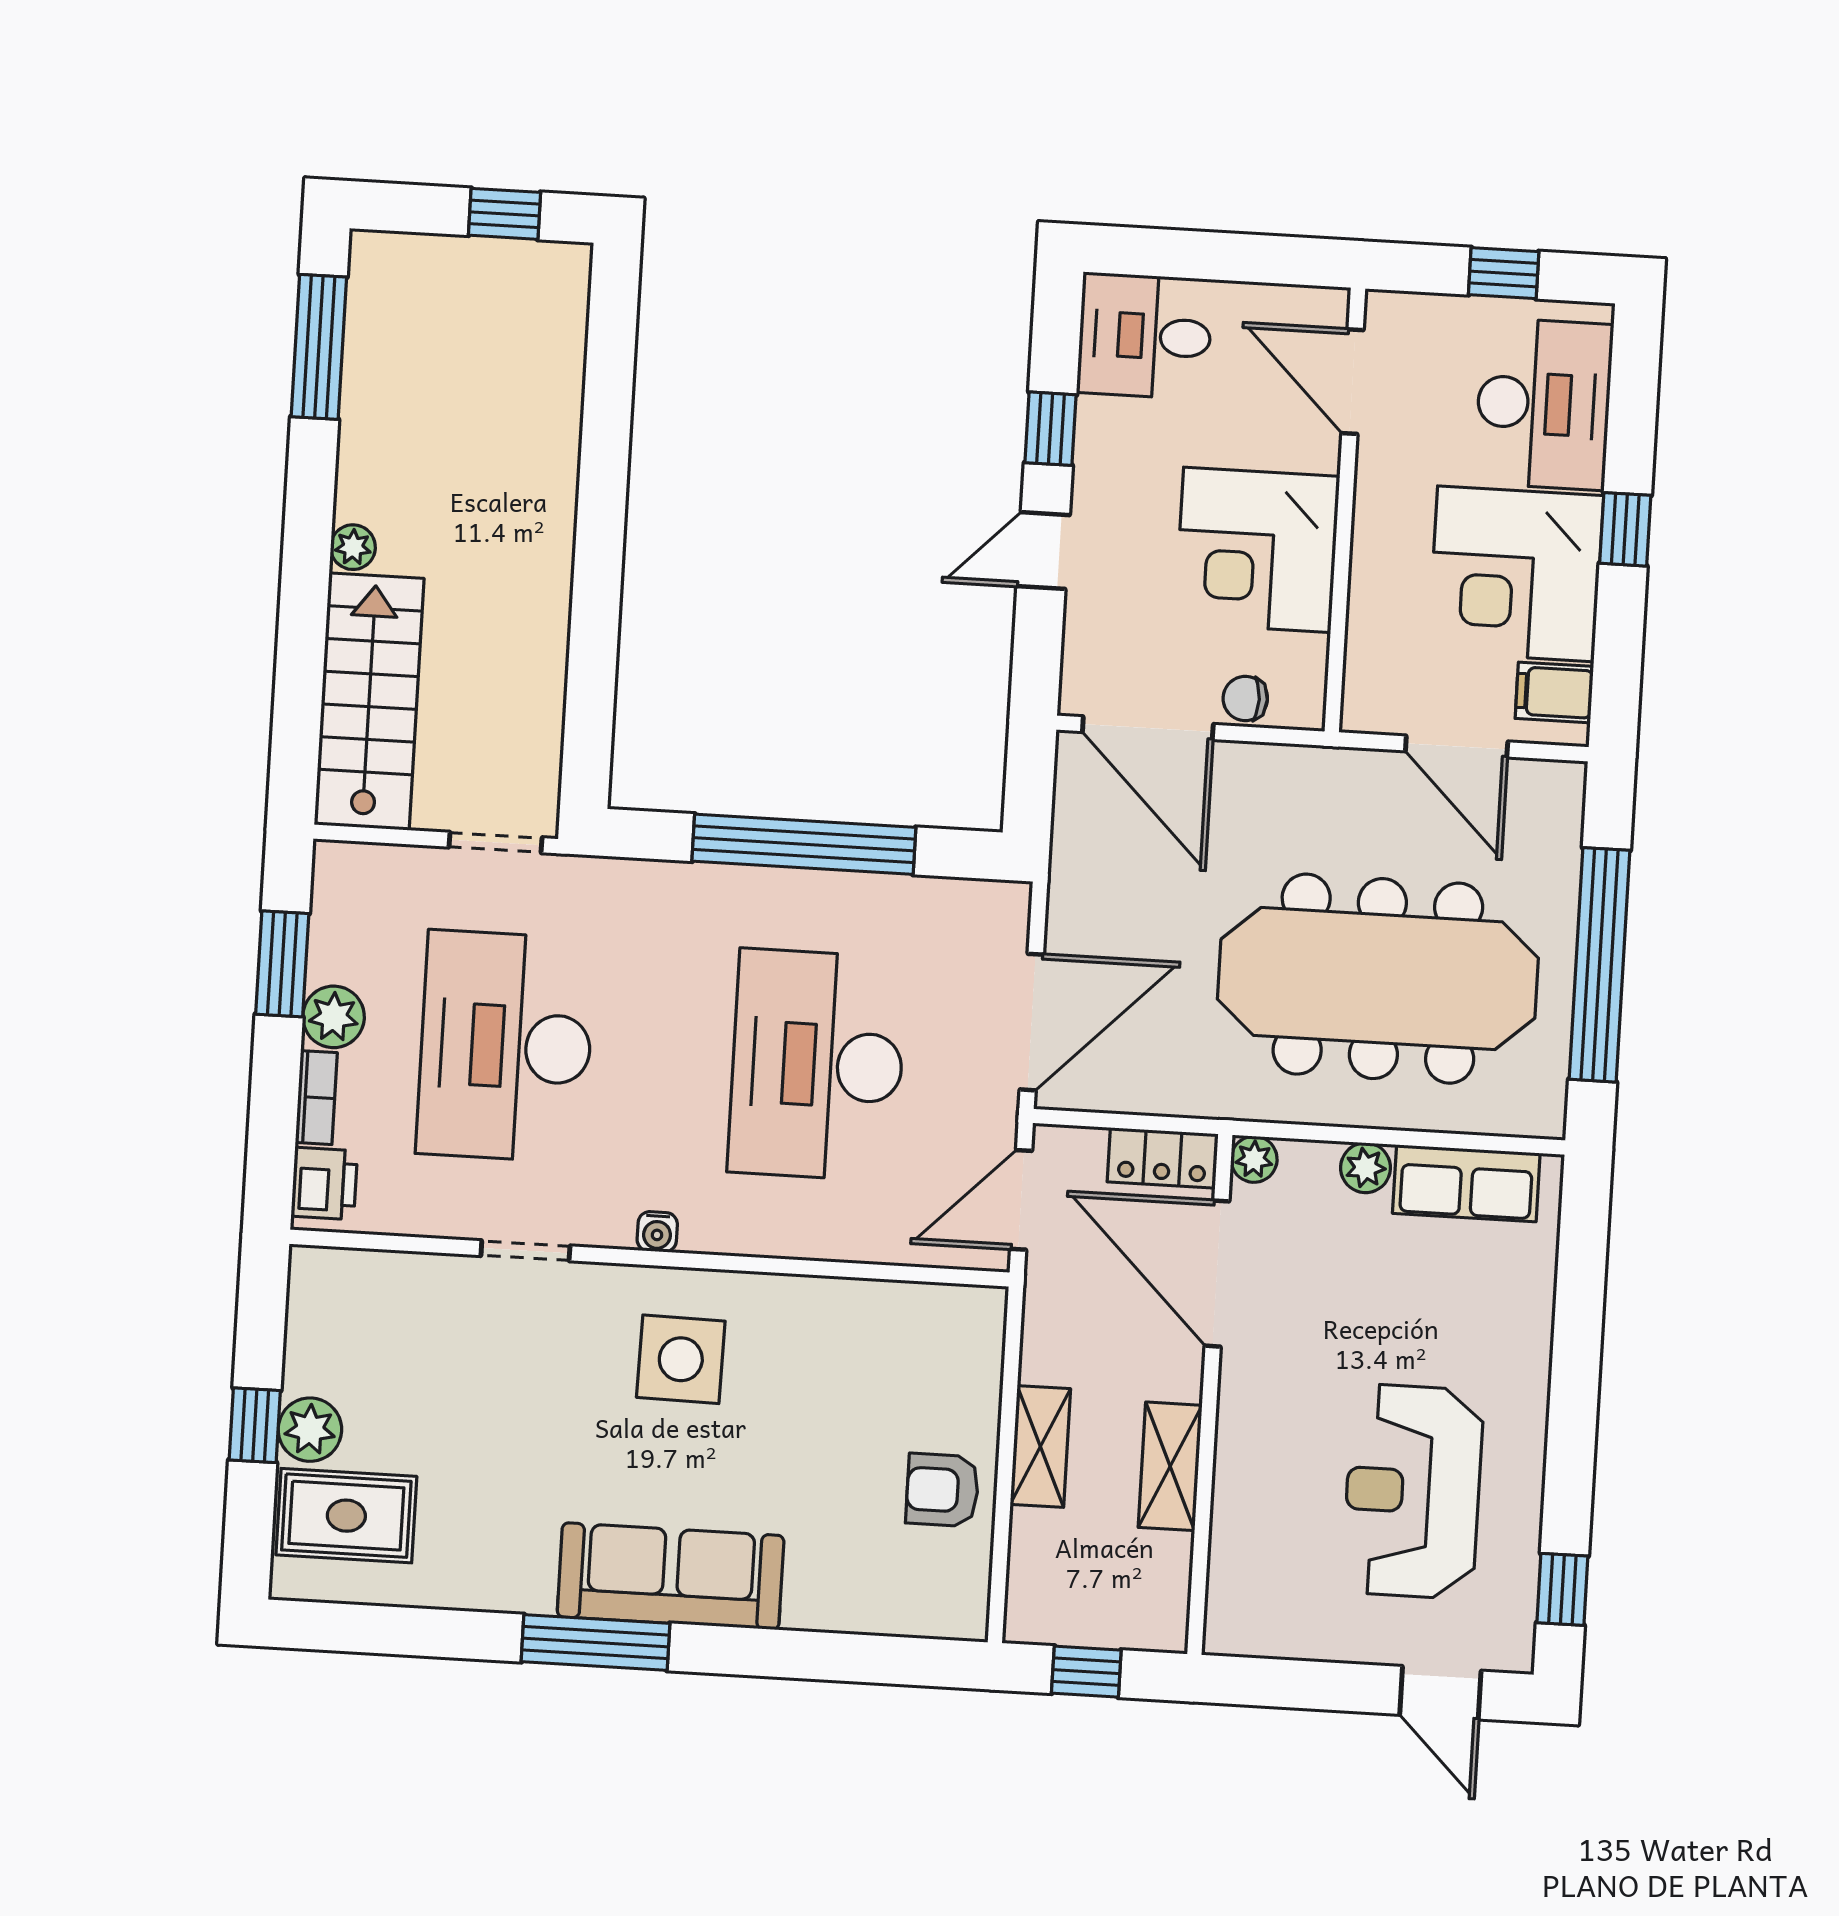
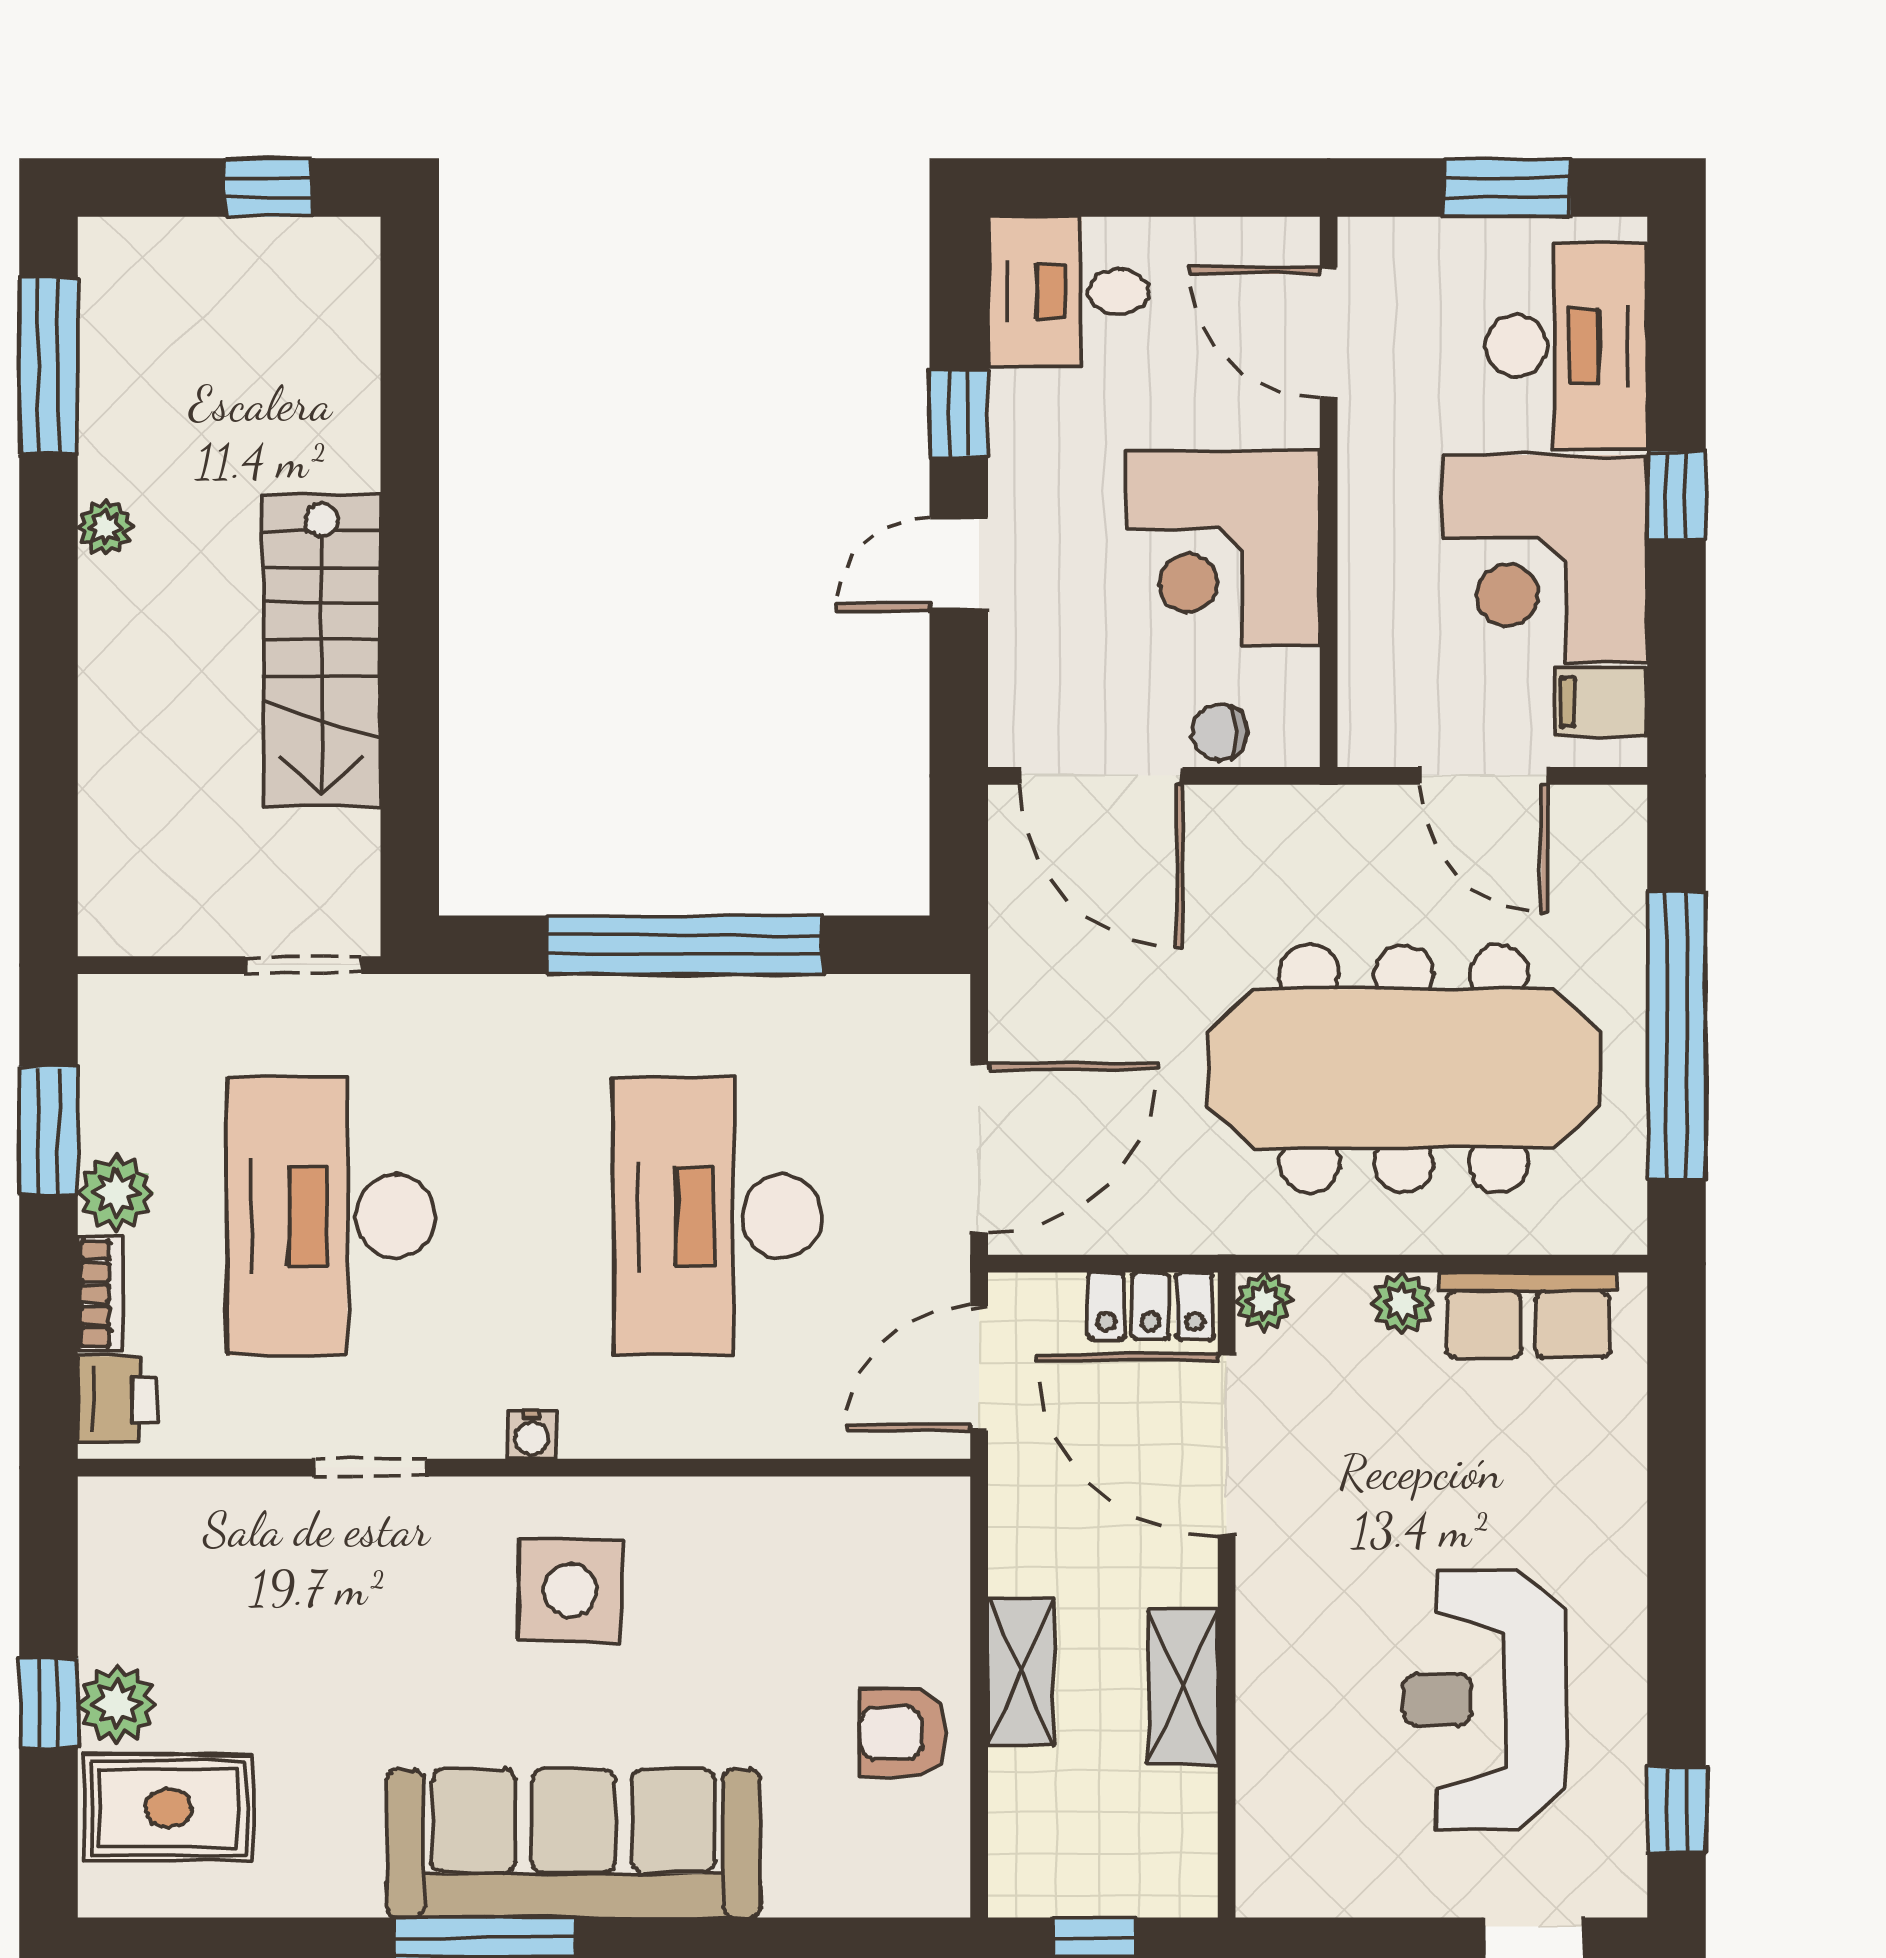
window: (1504, 273) -> (1507, 188), width x1.50
plant: (353, 547) -> (105, 528), moved
stairs: (369, 702) -> (322, 651), moved, turned 180
sofa: (671, 1576) -> (573, 1843), width x1.36, depth x1.27

